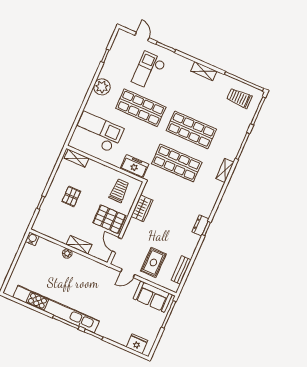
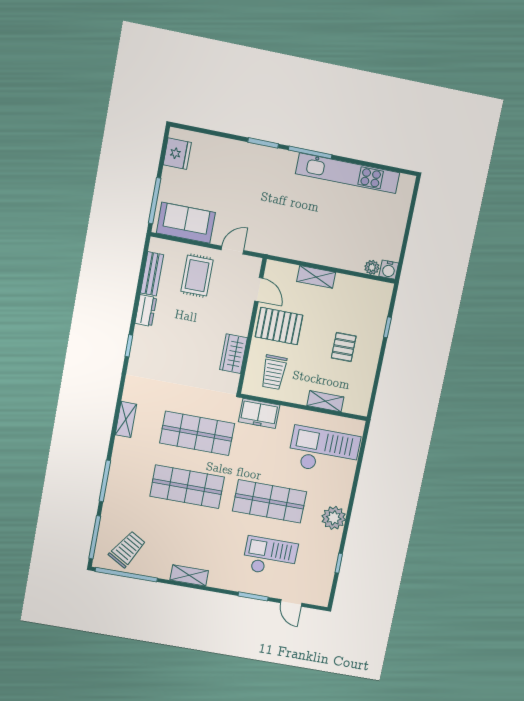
checkout: (149, 71) -> (270, 557), turned -90
trolley: (239, 98) -> (127, 549), turned -59
checkout: (98, 132) -> (324, 451), turned 180
shelving: (77, 158) -> (325, 401), moved
shelving: (225, 170) -> (126, 419), moved
dresser: (200, 225) -> (146, 311), moved
plant: (67, 253) -> (372, 267), moved
kitchen unit: (56, 309) -> (348, 173), width x0.73
fridge: (137, 344) -> (177, 154), moved, turned -90

